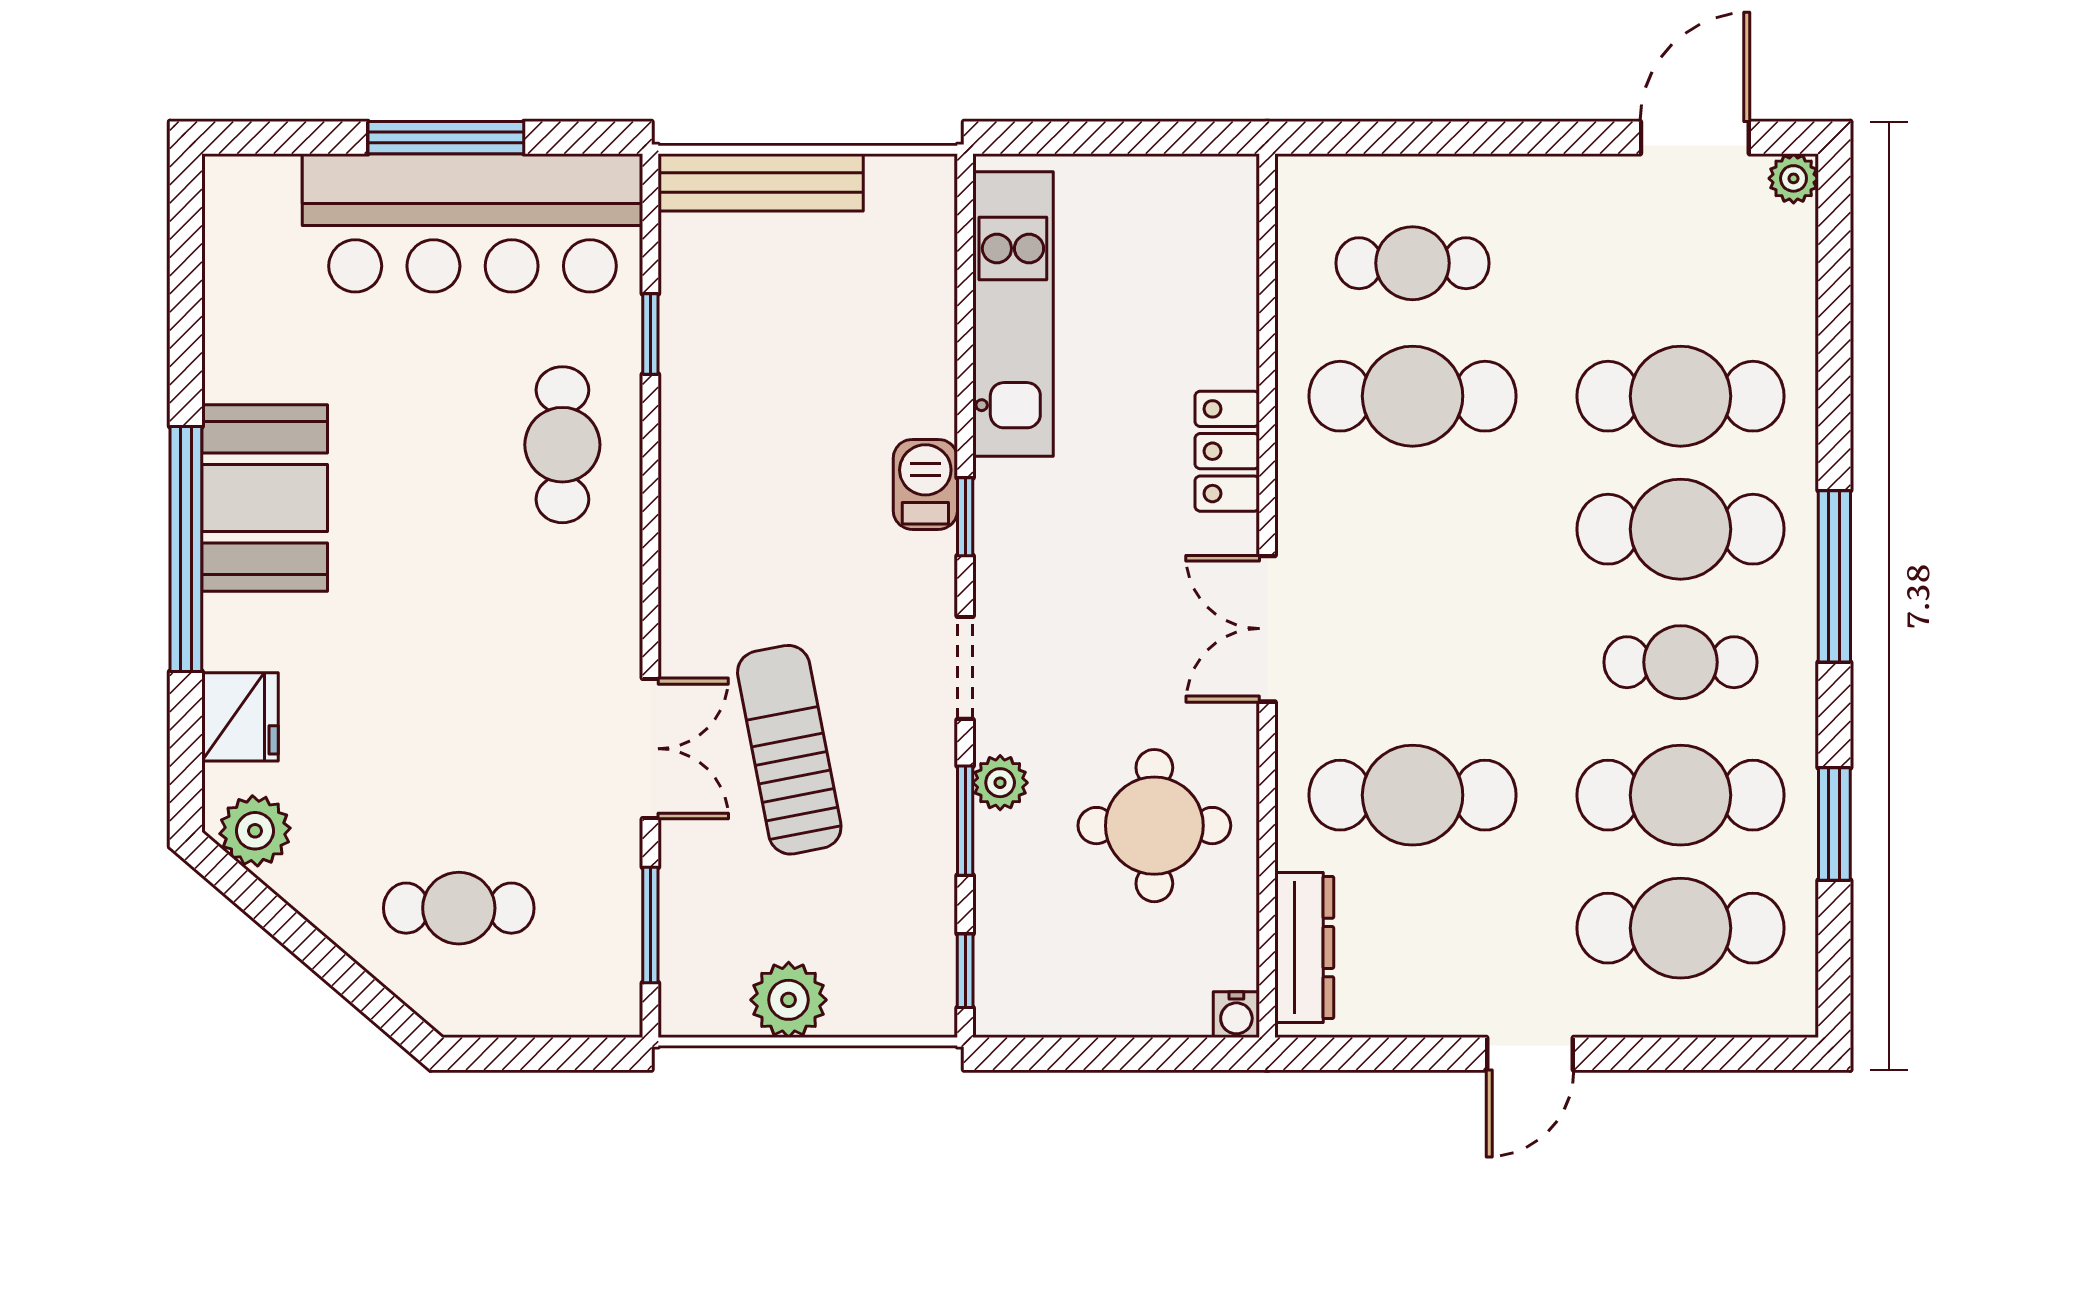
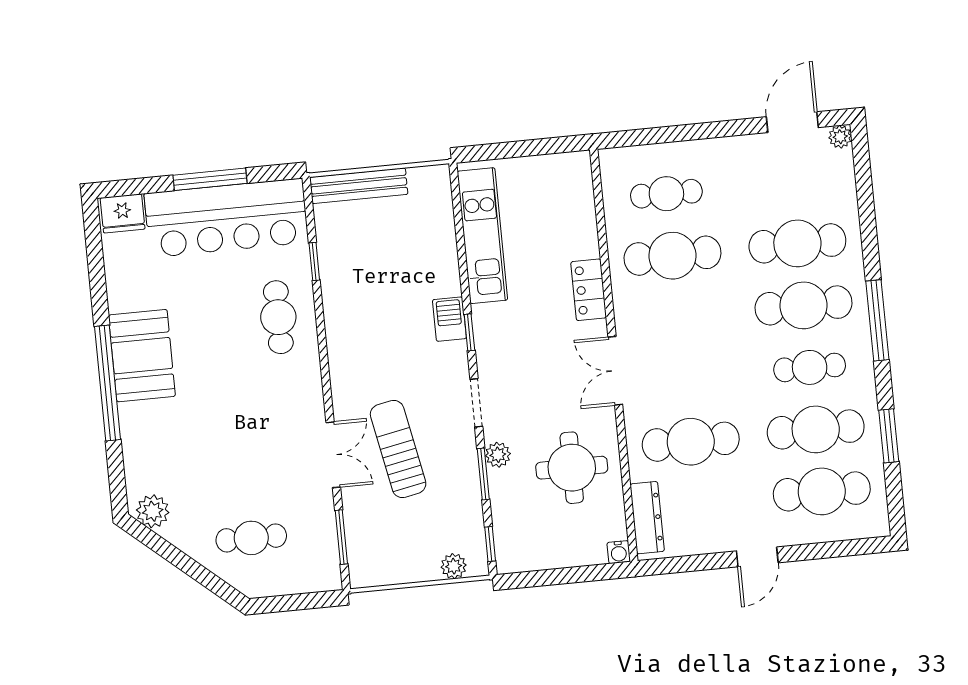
fridge: (240, 717) -> (123, 213), moved, turned 90
plant: (789, 1000) -> (454, 566), moved, width x0.73, depth x0.73

